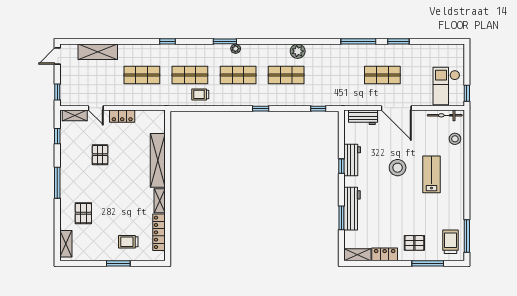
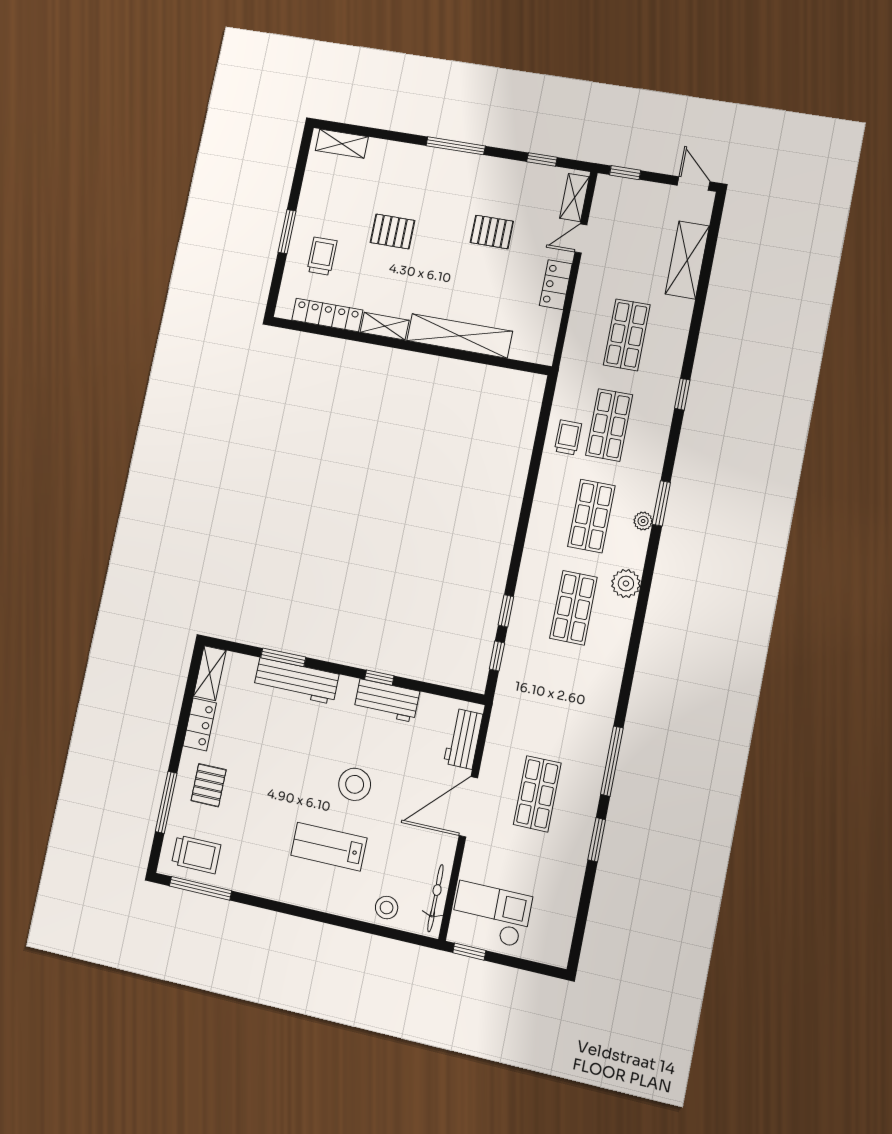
plant: (298, 51) -> (626, 583), moved
window: (261, 109) -> (506, 611), moved
lab bench: (432, 174) -> (329, 847), turned 180
pallet: (83, 213) -> (392, 231), moved

